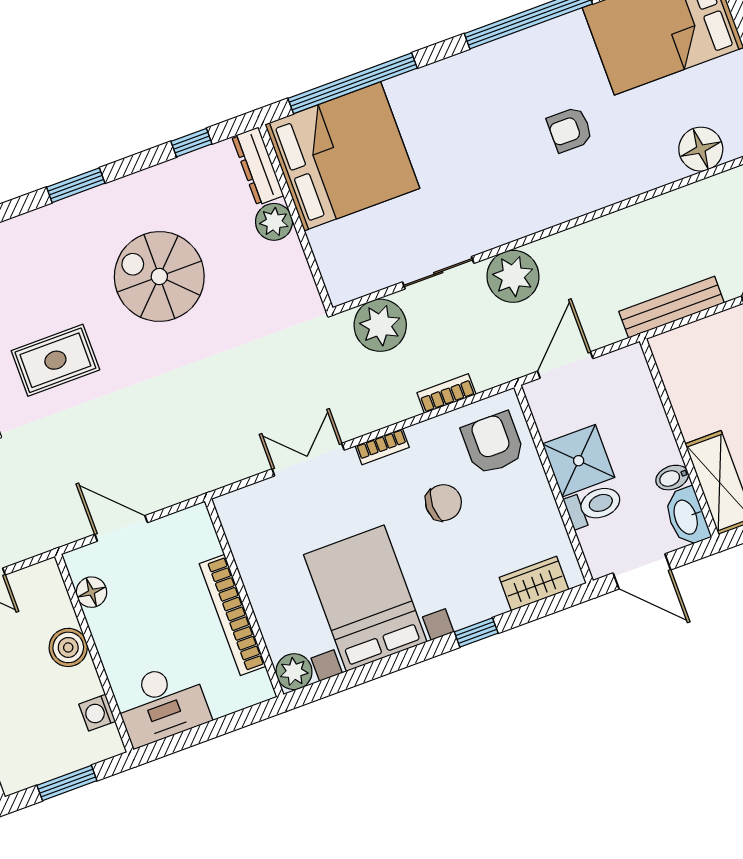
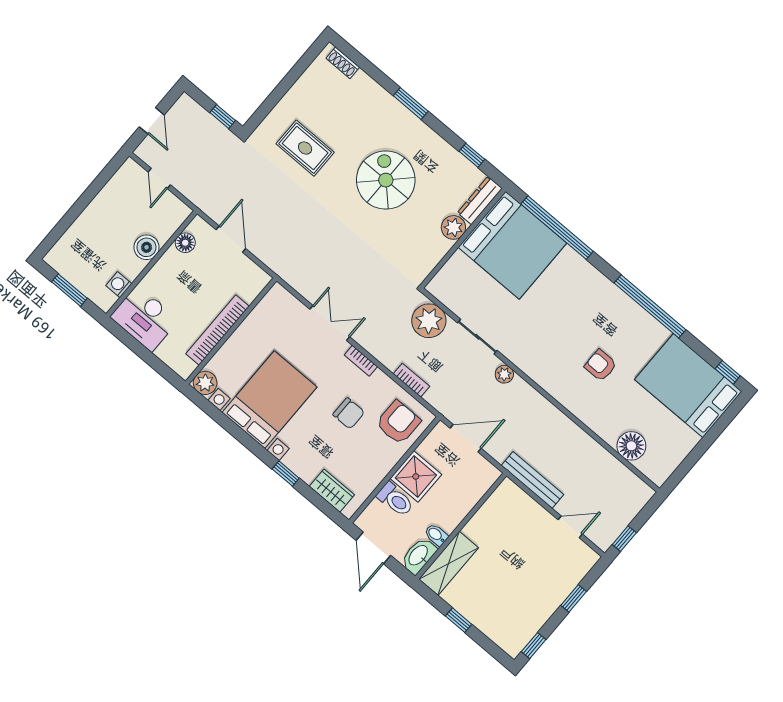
plant: (513, 276) -> (504, 374), width x0.53, depth x0.53

